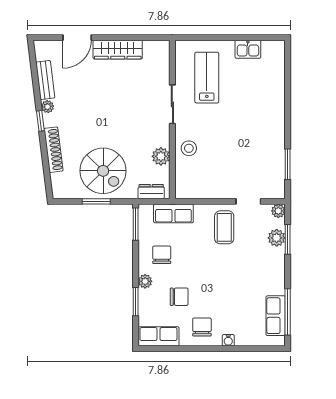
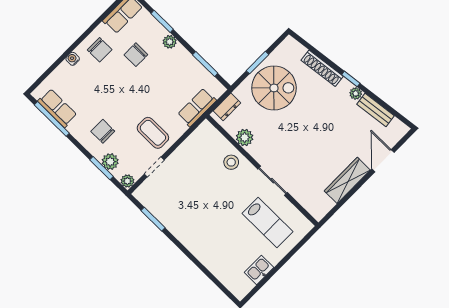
spiral stairs: (103, 171) -> (274, 88), turned 180
window: (136, 224) -> (205, 64), moved
chair: (162, 255) -> (103, 131), moved, turned 180

